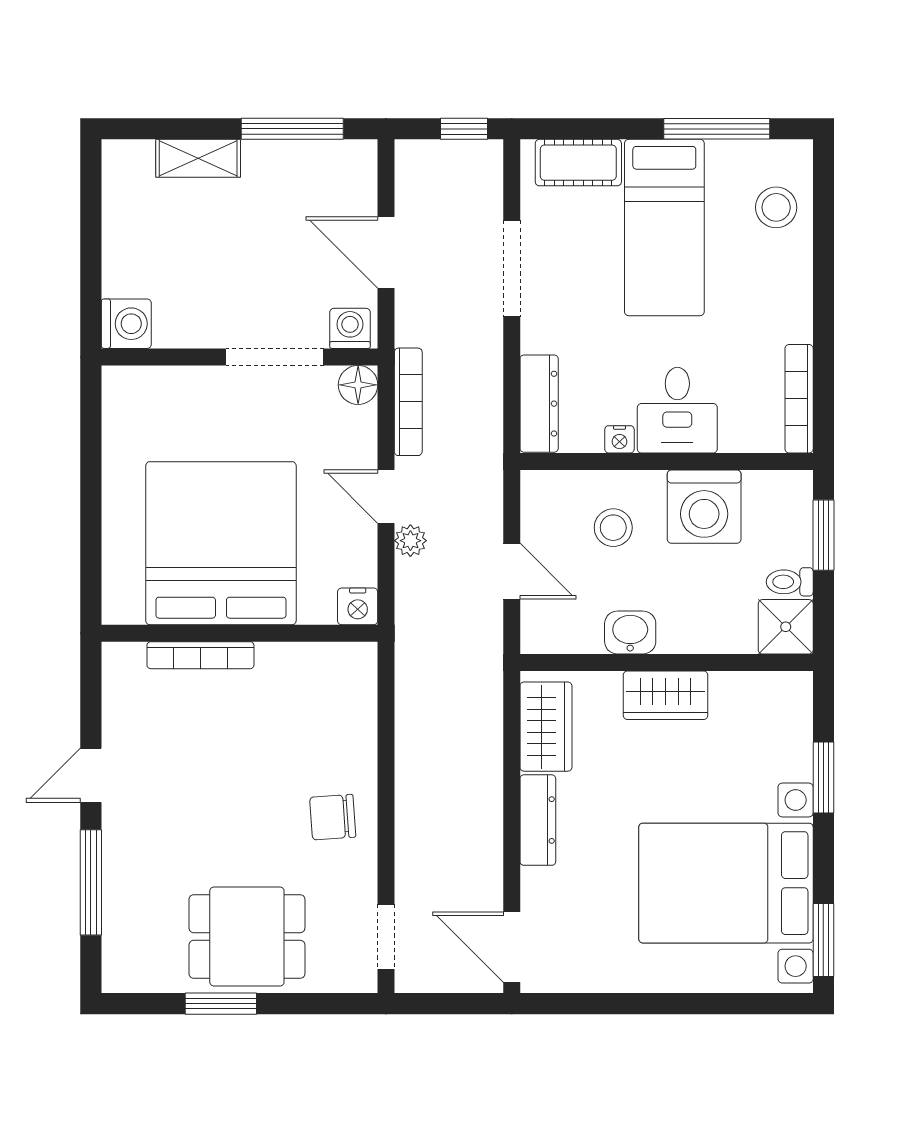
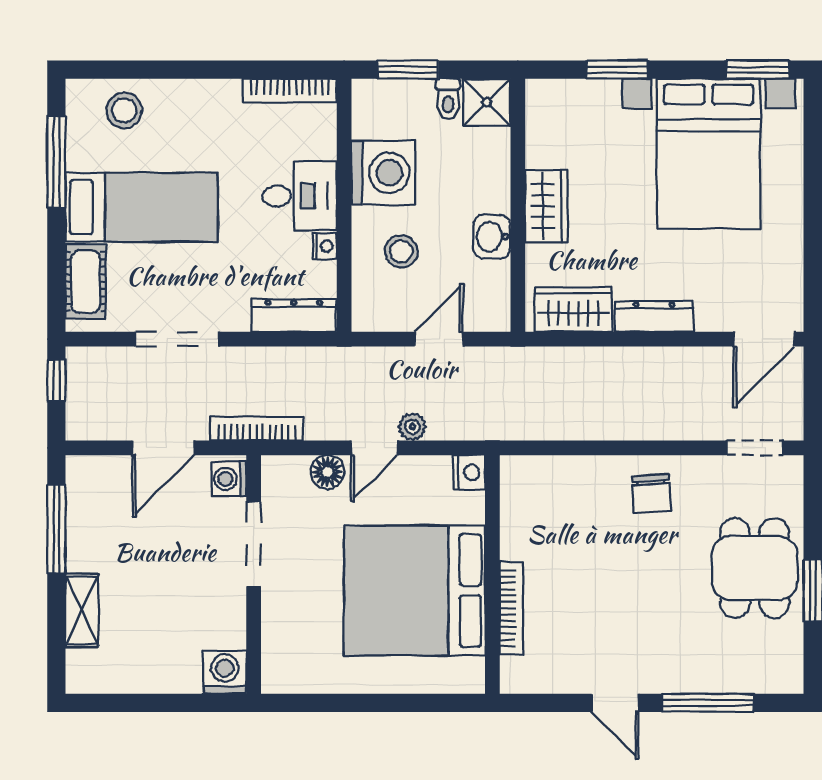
floor lamp: (358, 385) -> (328, 472), moved
bookcase: (408, 402) -> (256, 429), moved

